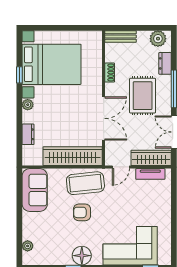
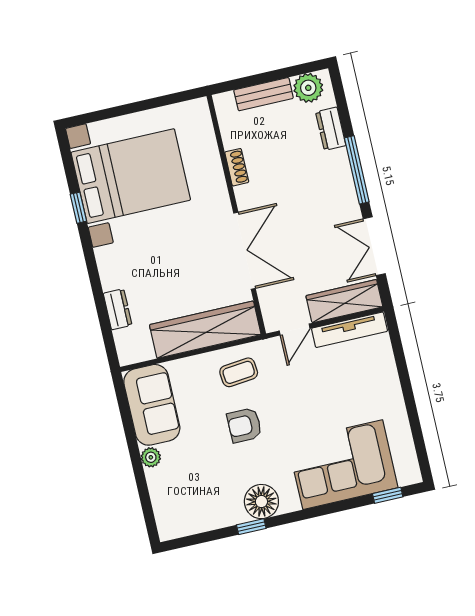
bench: (121, 36) -> (264, 94), moved
rug: (143, 96) -> (304, 195), removed
plant: (28, 105) -> (105, 257), removed
tv unit: (150, 174) -> (349, 330), width x1.41
coffee table: (85, 183) -> (239, 372), width x0.54, depth x0.58
plant: (28, 246) -> (151, 457), moved

